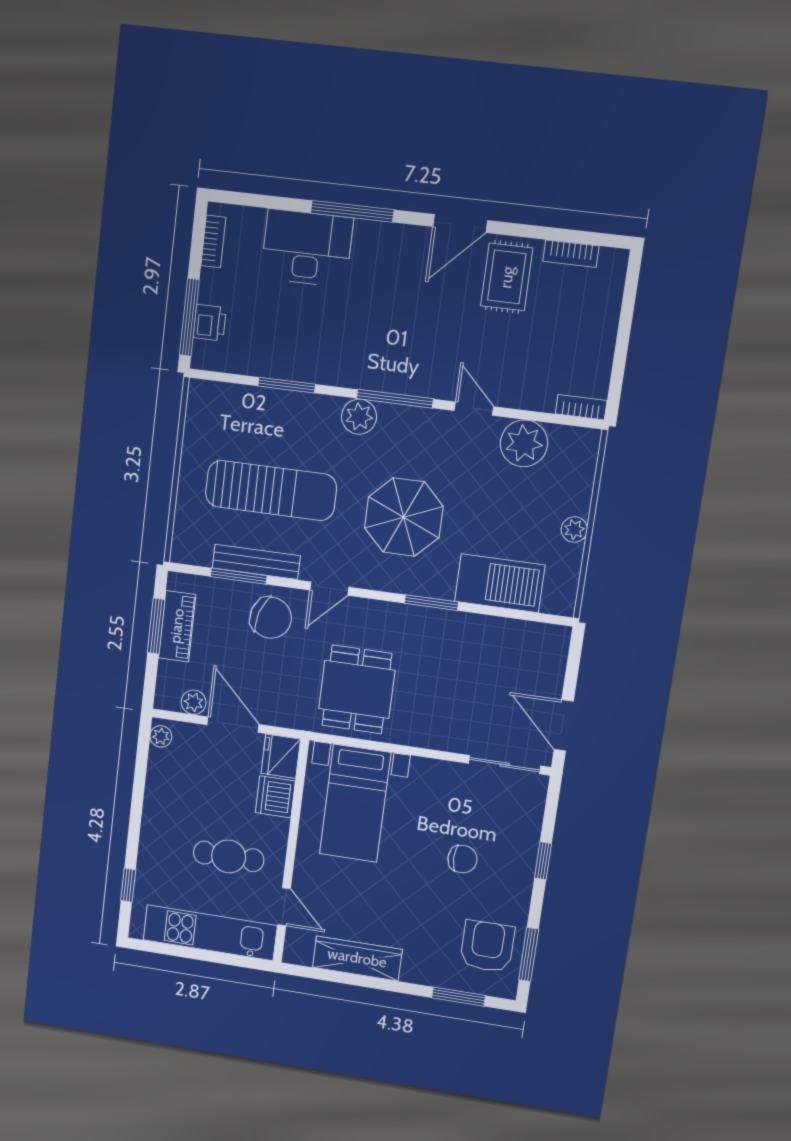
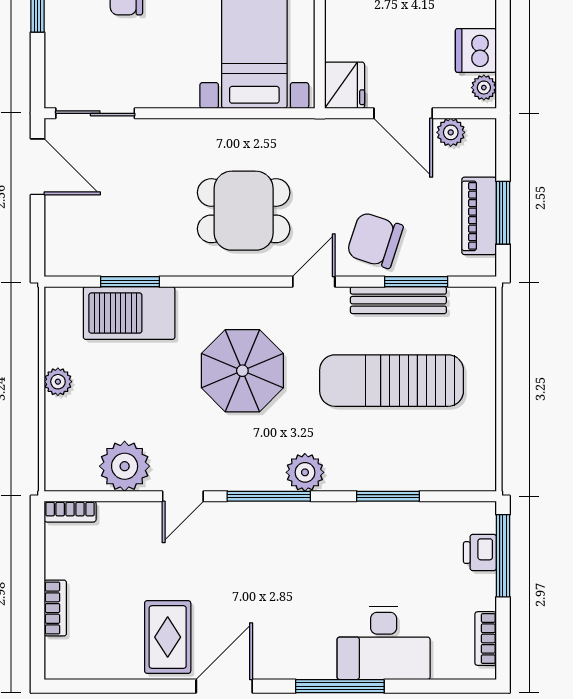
bookcase: (571, 254) -> (55, 608), moved, turned 90
door: (474, 409) -> (183, 496), hinge flipped
window: (431, 603) -> (130, 282), moved
dining table: (357, 689) -> (244, 211), moved, turned 90
dishwasher: (275, 797) -> (476, 50), moved, turned 180

